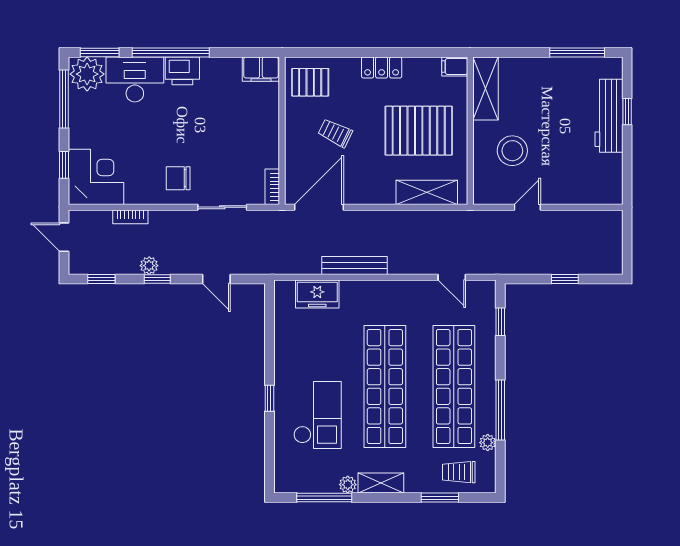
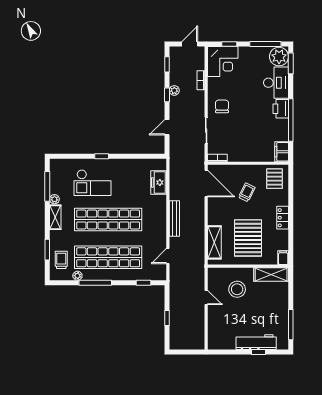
window: (171, 52) -> (291, 120), moved
bench: (355, 265) -> (174, 218), moved

